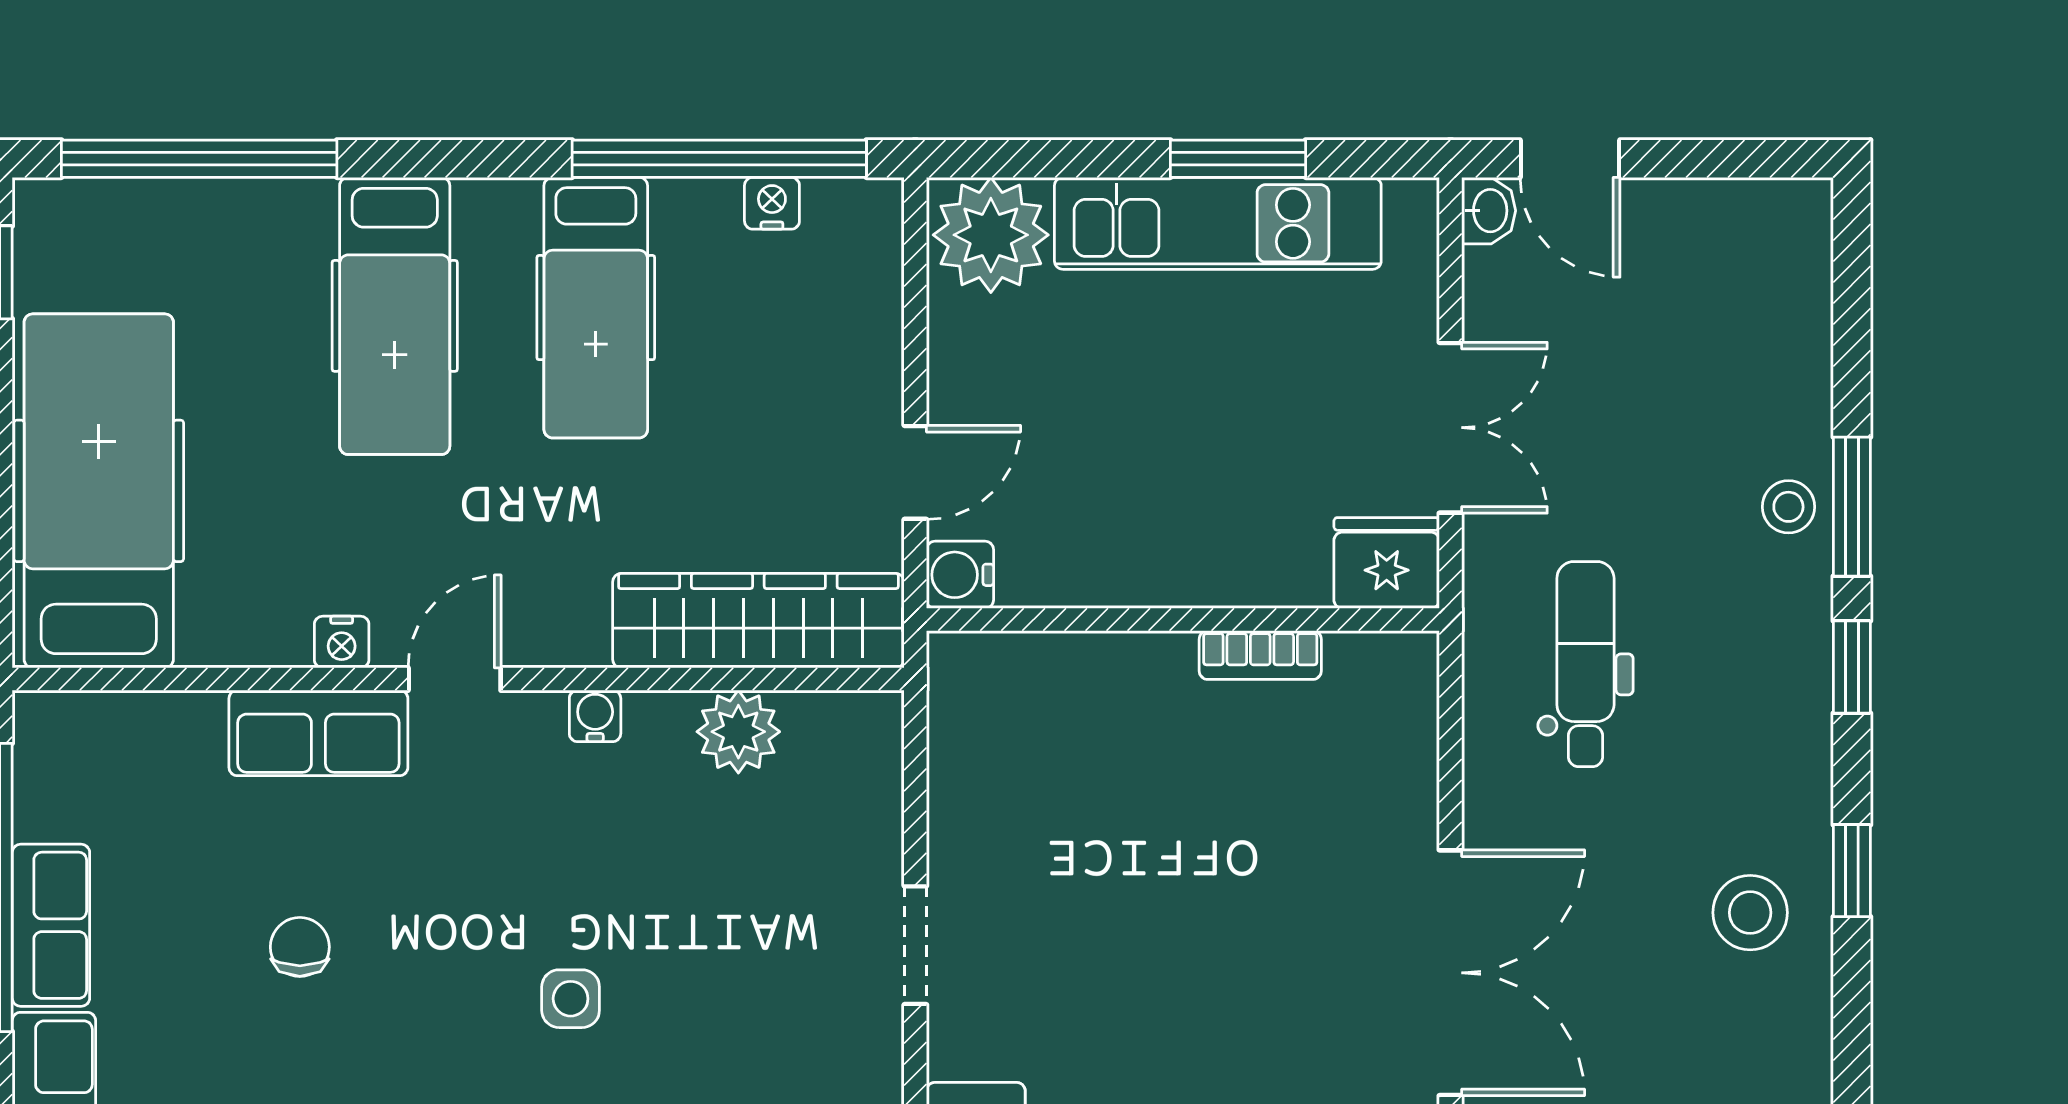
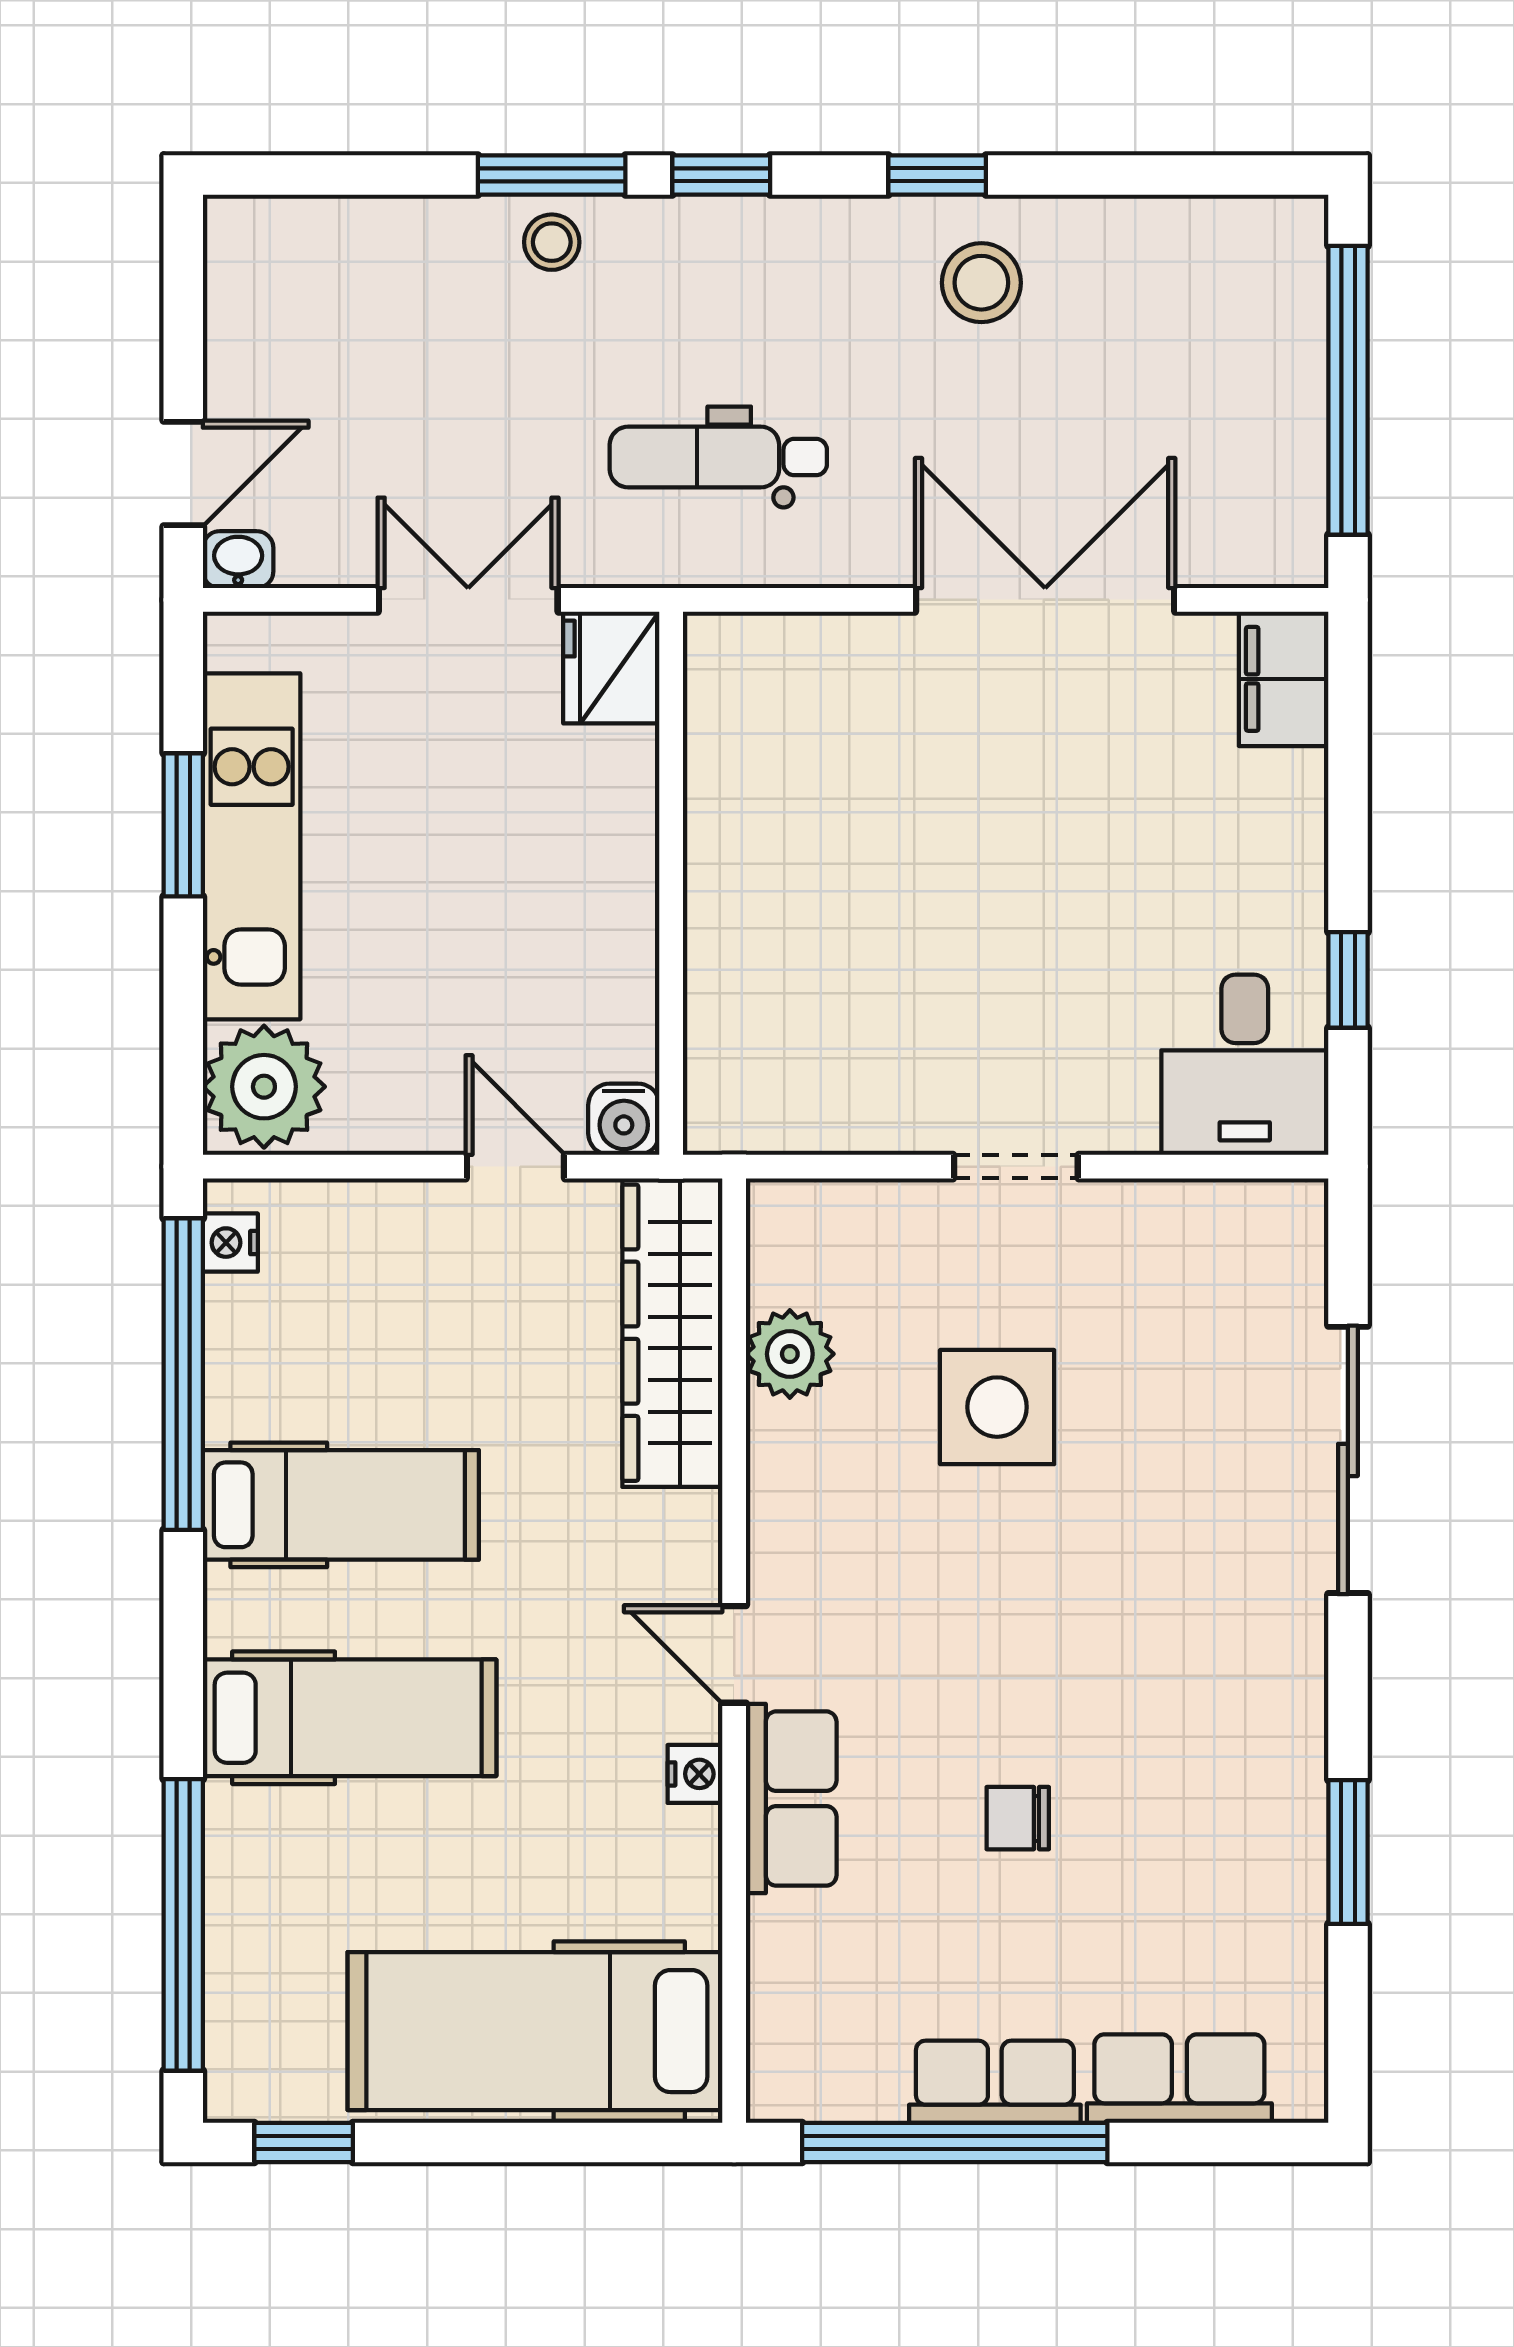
nightstand: (772, 203) -> (230, 1243), moved
bookcase: (1260, 655) -> (709, 801), removed
water cooler: (595, 716) -> (773, 1506), removed
side table: (571, 999) -> (997, 1407), moved, width x1.87, depth x1.87

